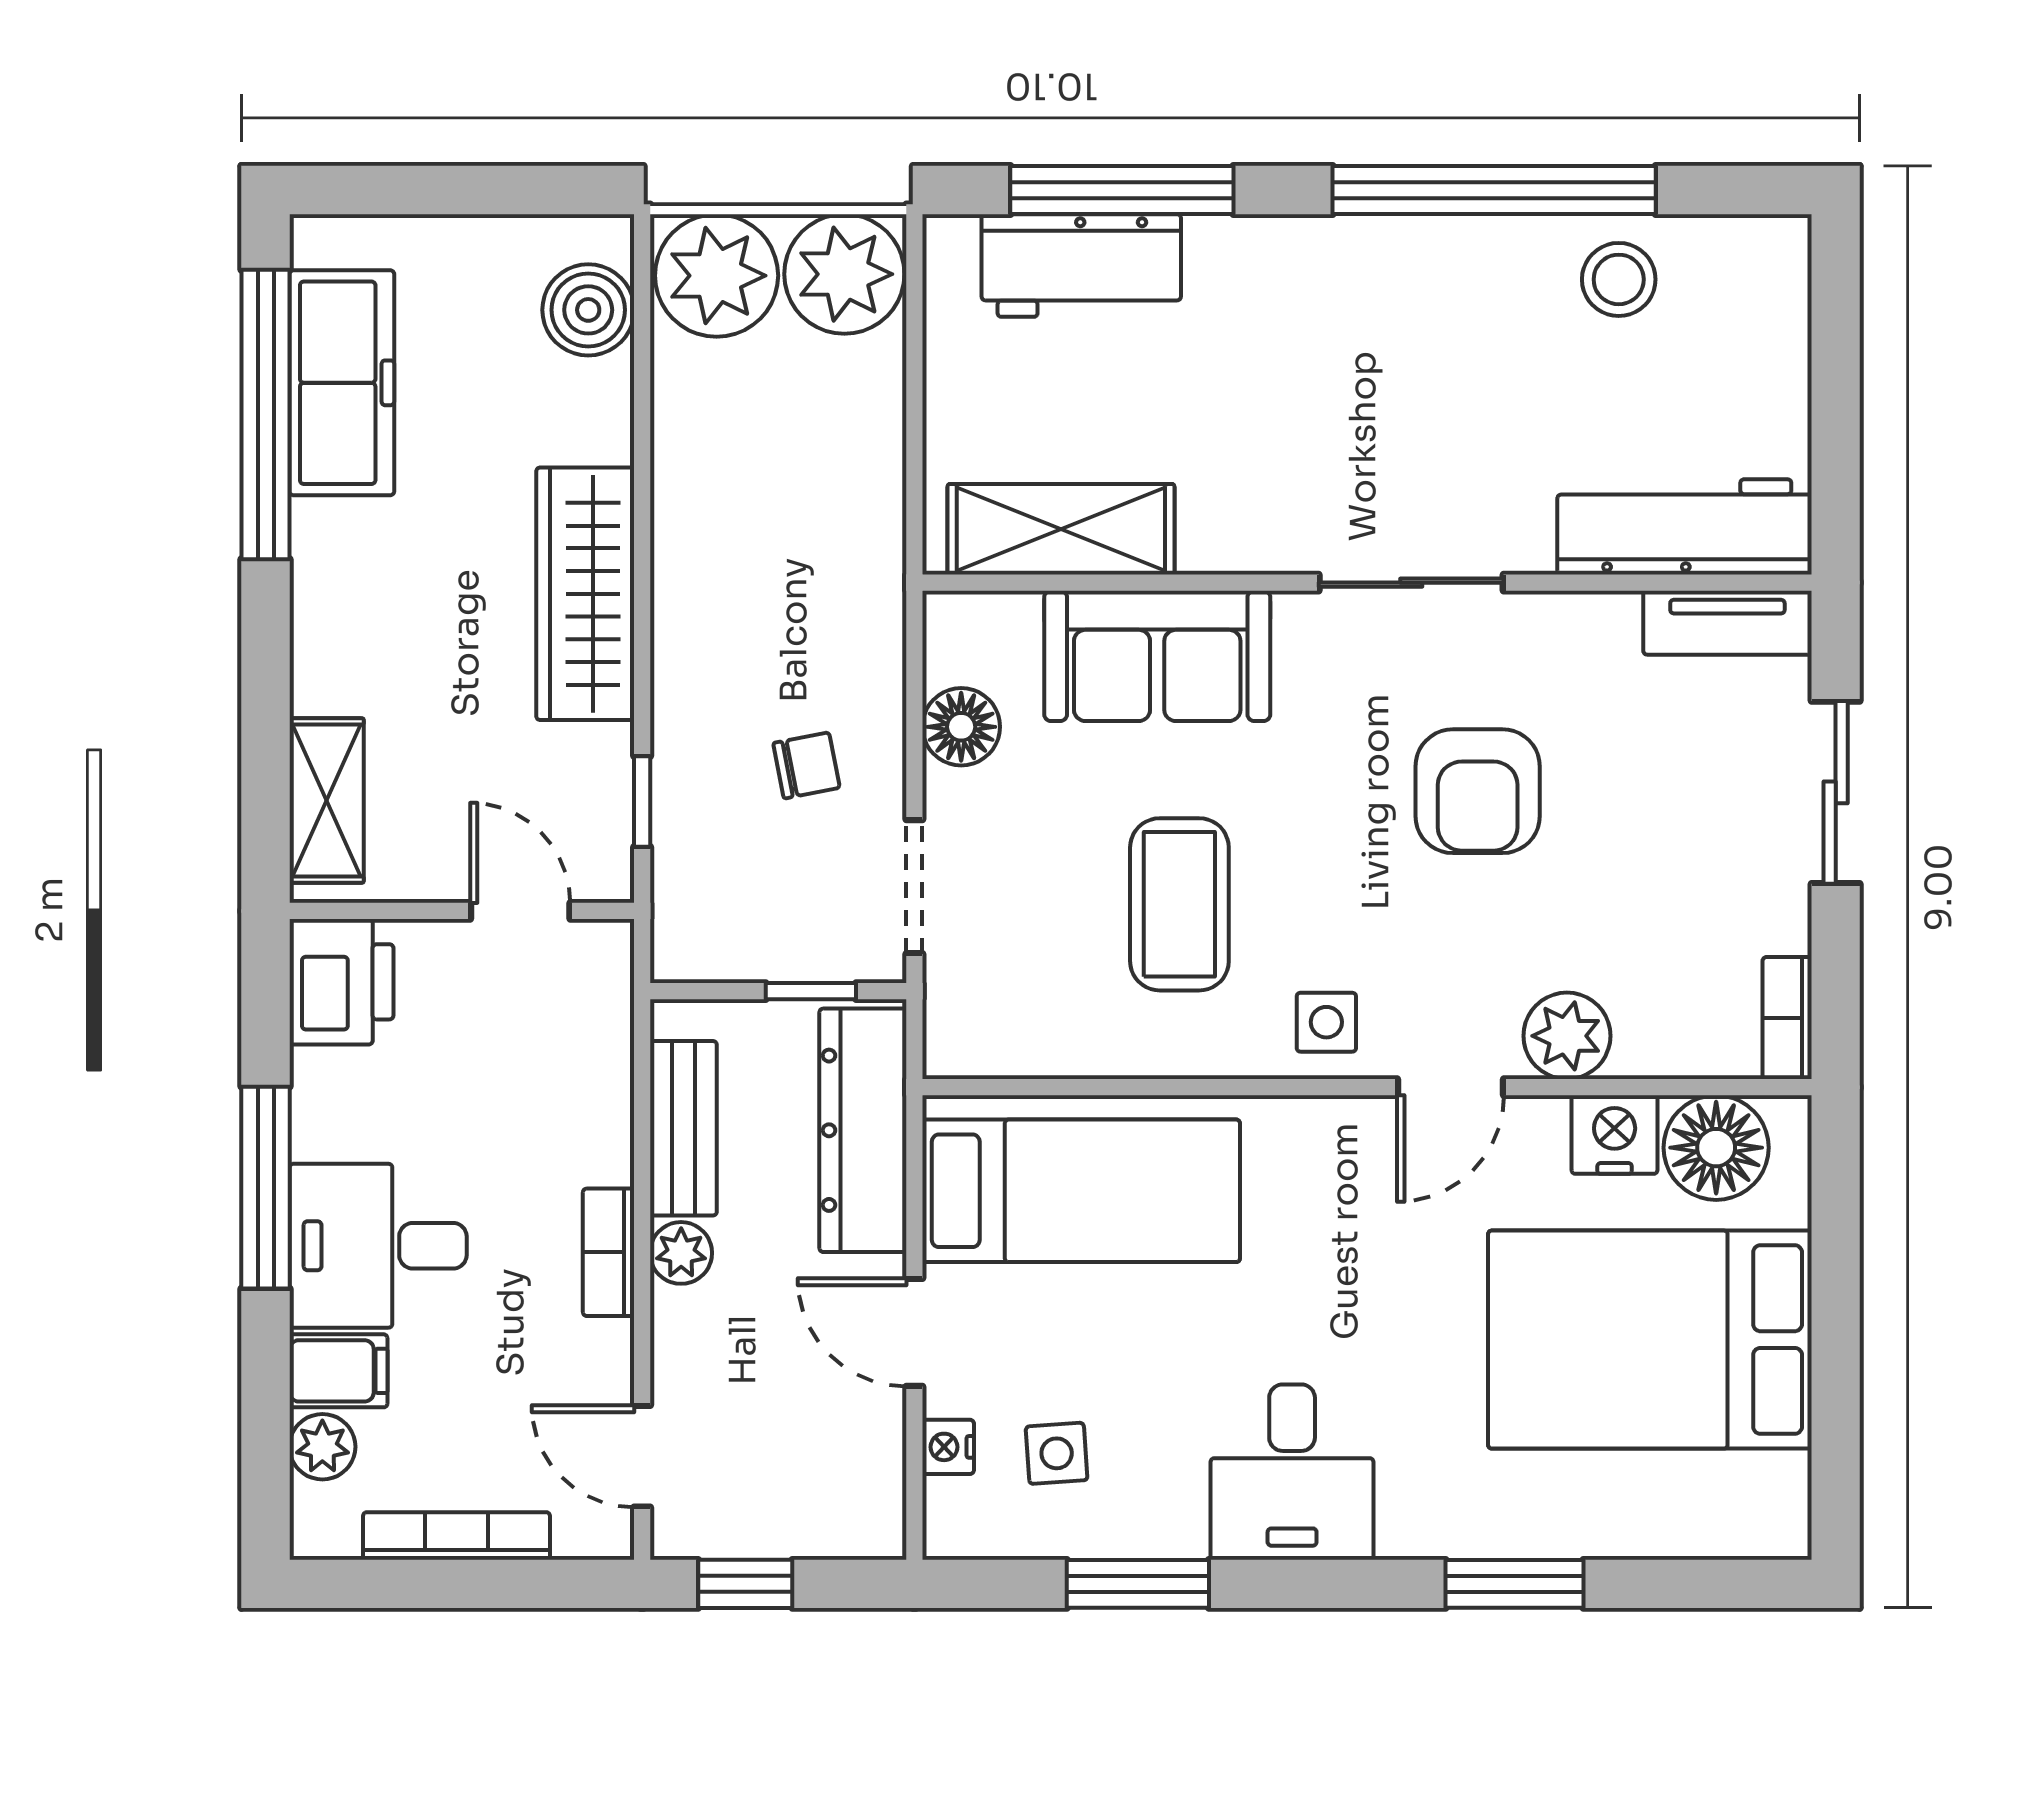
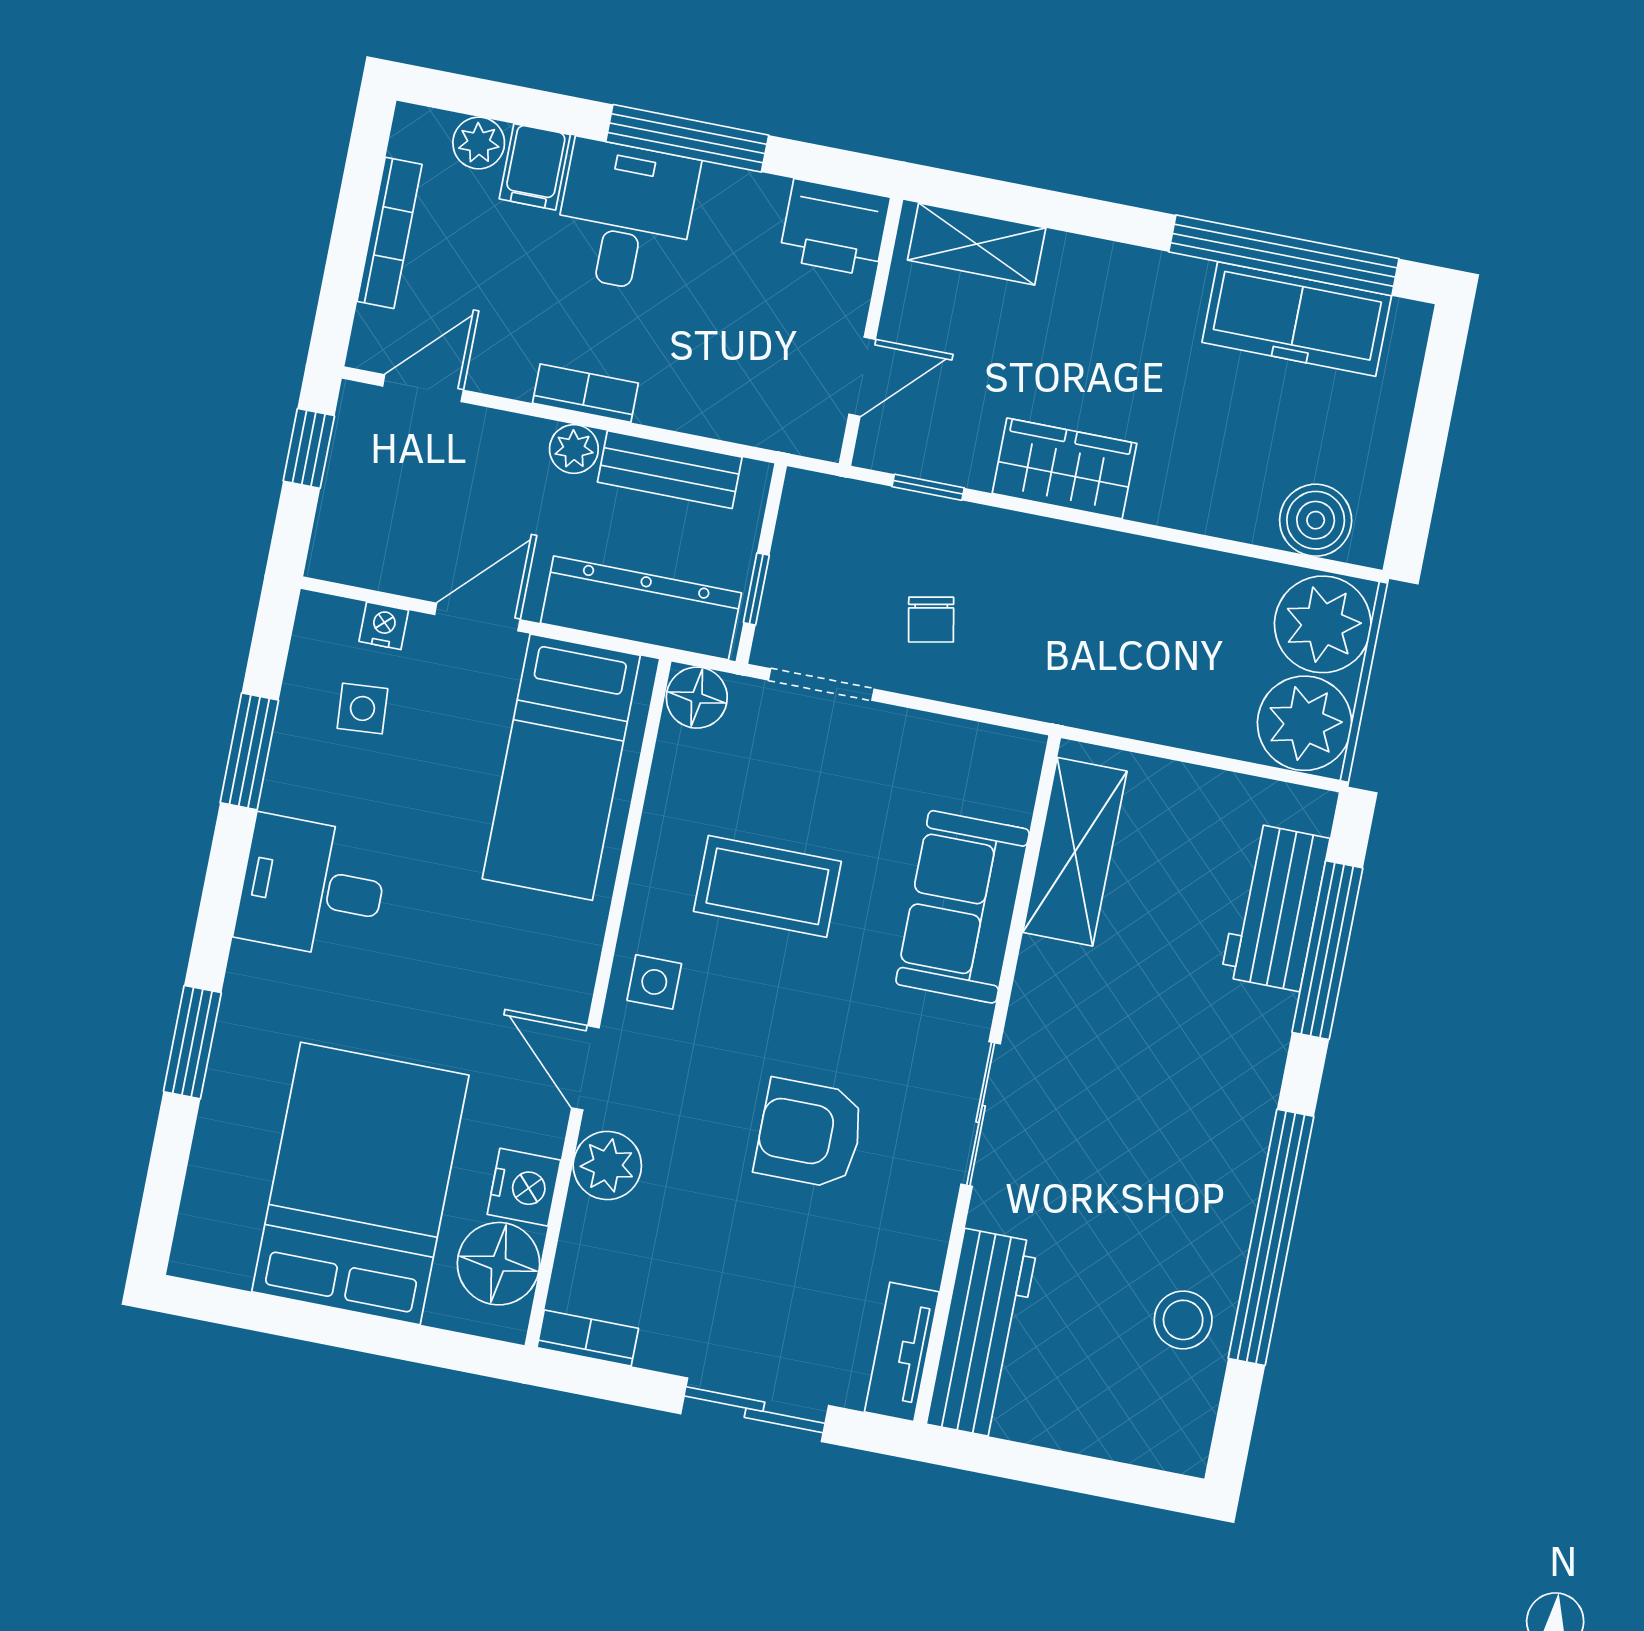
wardrobe: (585, 594) -> (1065, 468), width x0.67
floor lamp: (961, 727) -> (697, 698), moved

